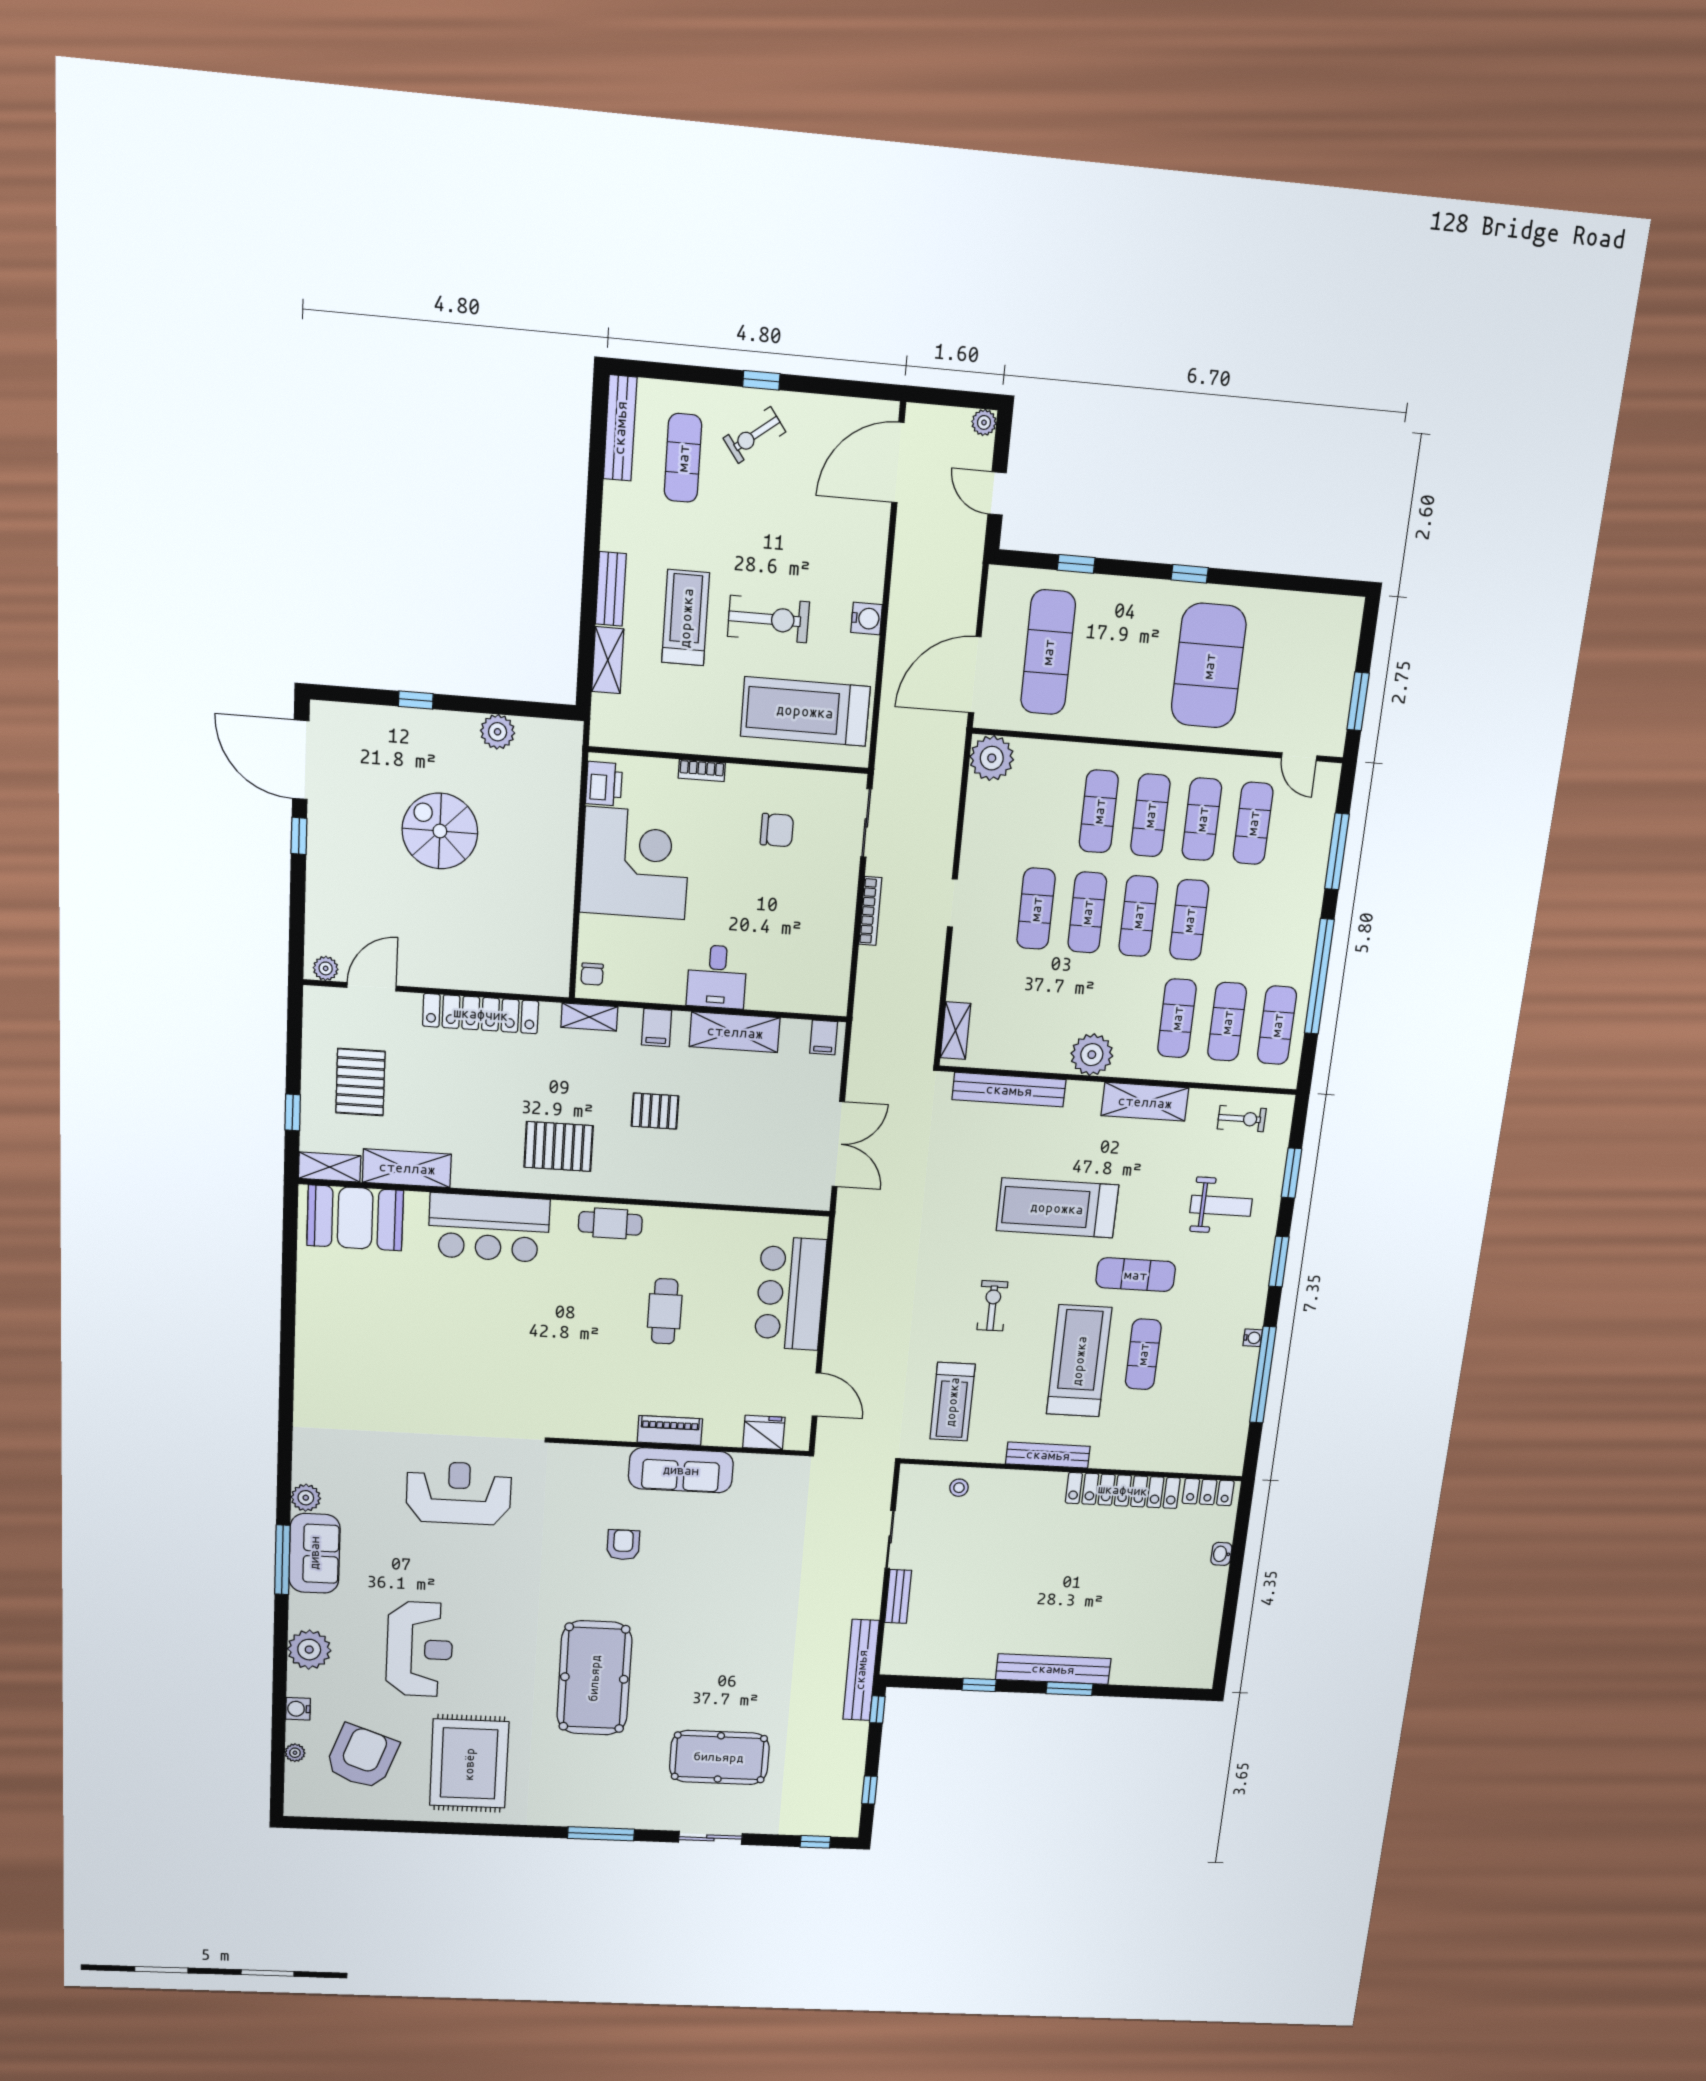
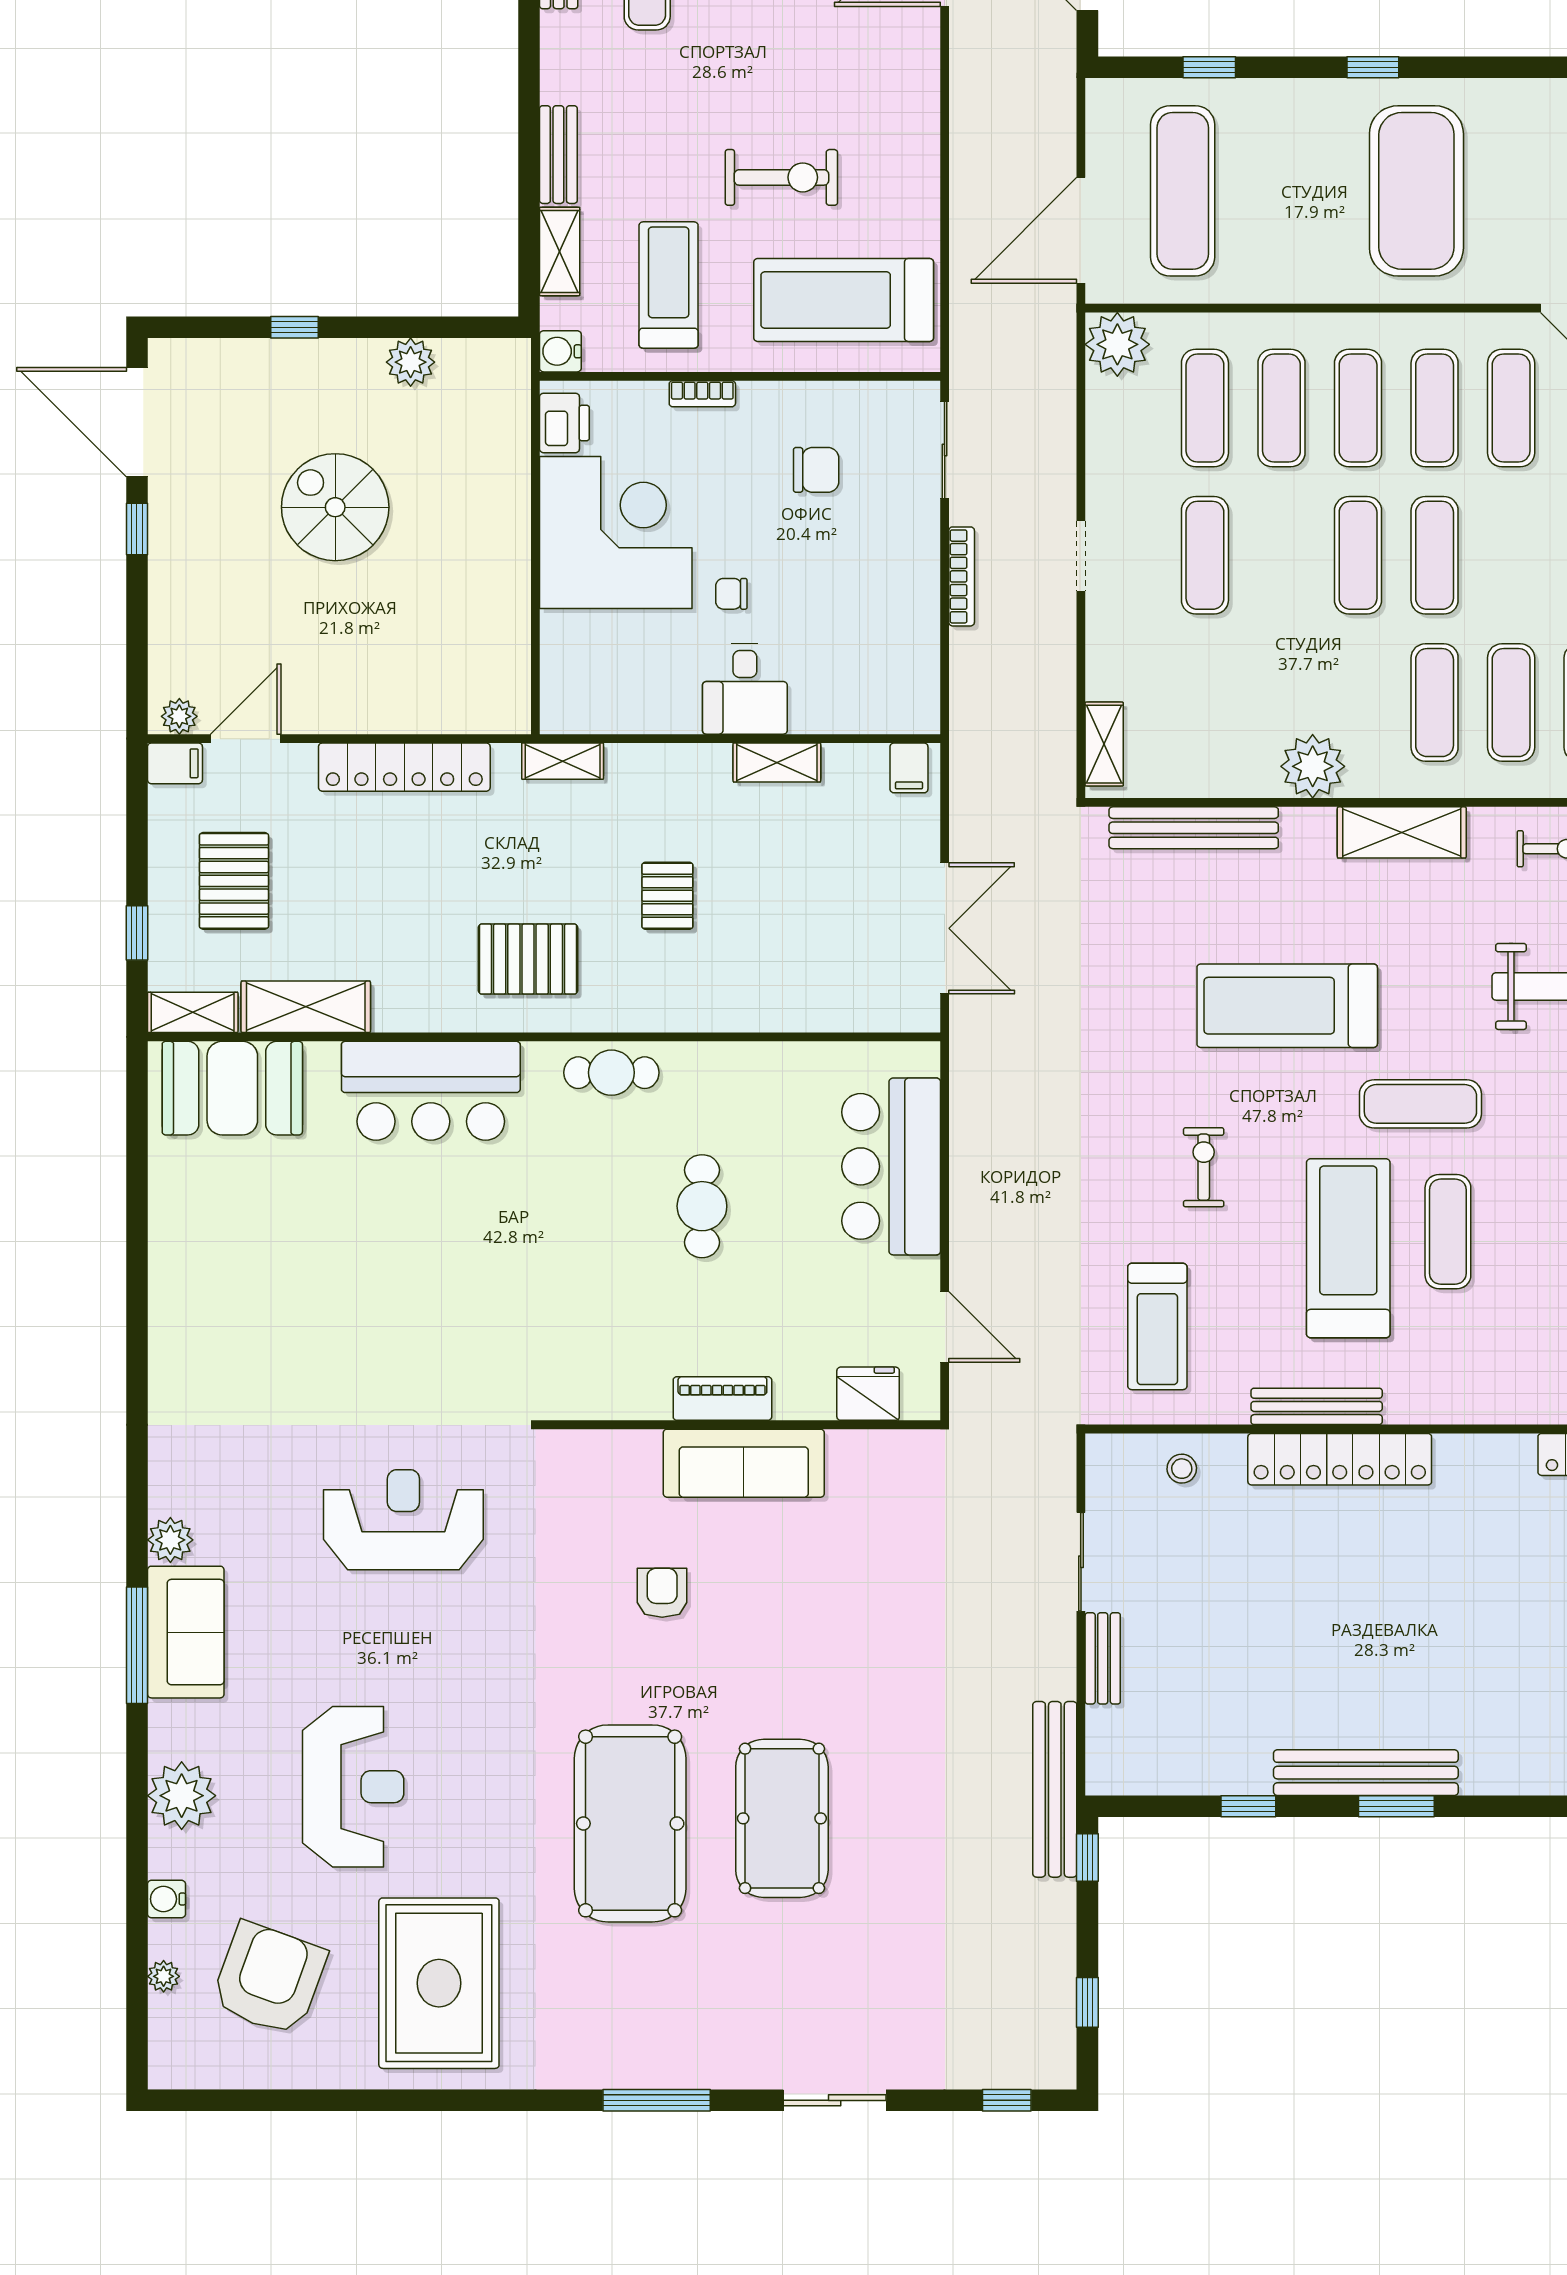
treadmill: (686, 618) -> (669, 285), moved
water cooler: (867, 618) -> (560, 351), moved, turned 180
exercise mat: (1087, 912) -> (1205, 408), moved
chair: (592, 974) -> (731, 594), moved, turned 90
filing cabinet: (657, 1028) -> (175, 763), moved, turned -90
shelving: (735, 1032) -> (777, 762), width x0.67, depth x0.75
pallet: (655, 1111) -> (667, 896), turned 90
locker: (1123, 1490) -> (1340, 1459), moved
pool table: (719, 1757) -> (782, 1818), moved, turned 90

